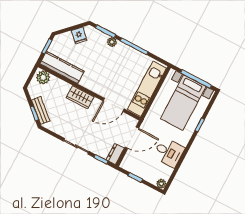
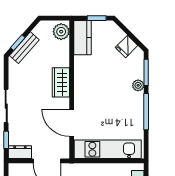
kitchen counter: (62, 67) -> (82, 38), width x0.67

